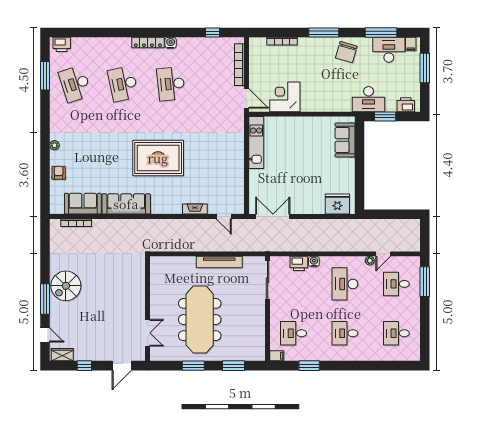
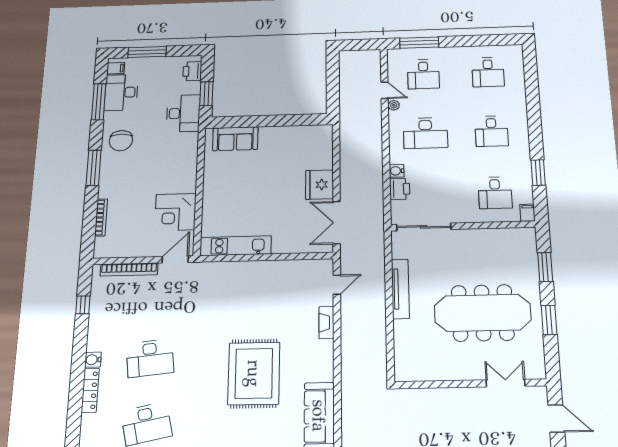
chair: (346, 52) -> (121, 141), turned 74
fridge: (337, 204) -> (319, 185), moved

